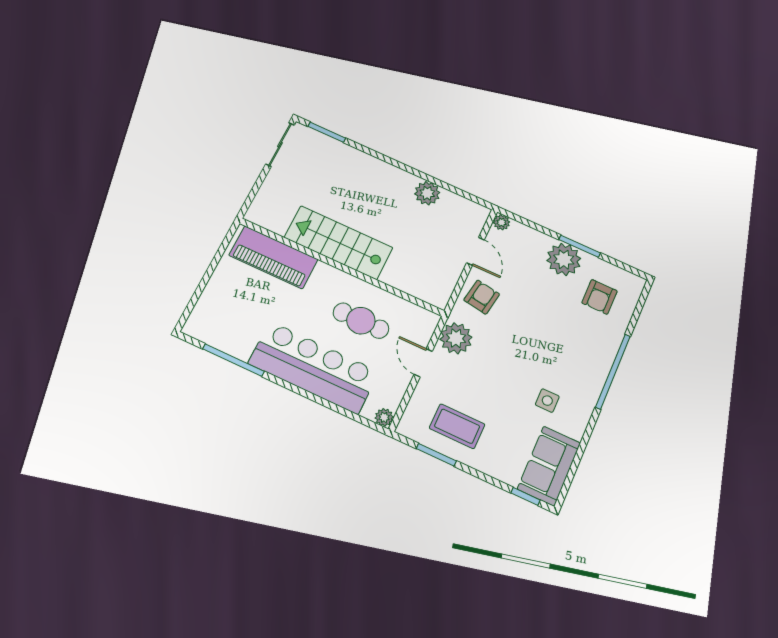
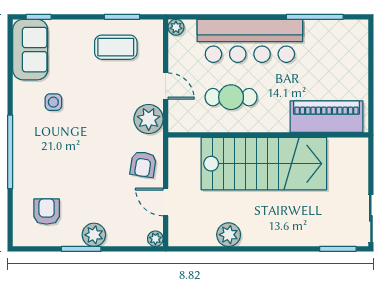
stairs: (338, 243) -> (264, 164), width x1.36, depth x1.51
plant: (564, 259) -> (94, 235), width x0.73, depth x0.73

